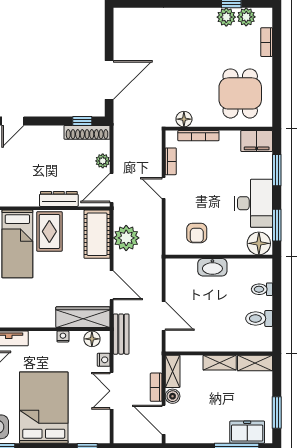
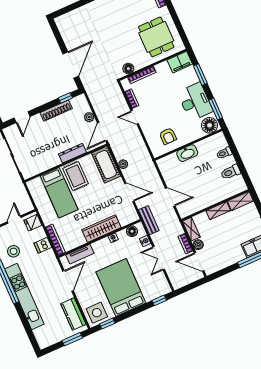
shoe rack: (87, 132) -> (56, 111), moved
plant: (126, 238) -> (123, 164), width x0.53, depth x0.53
wardrobe: (83, 317) -> (101, 229), moved

